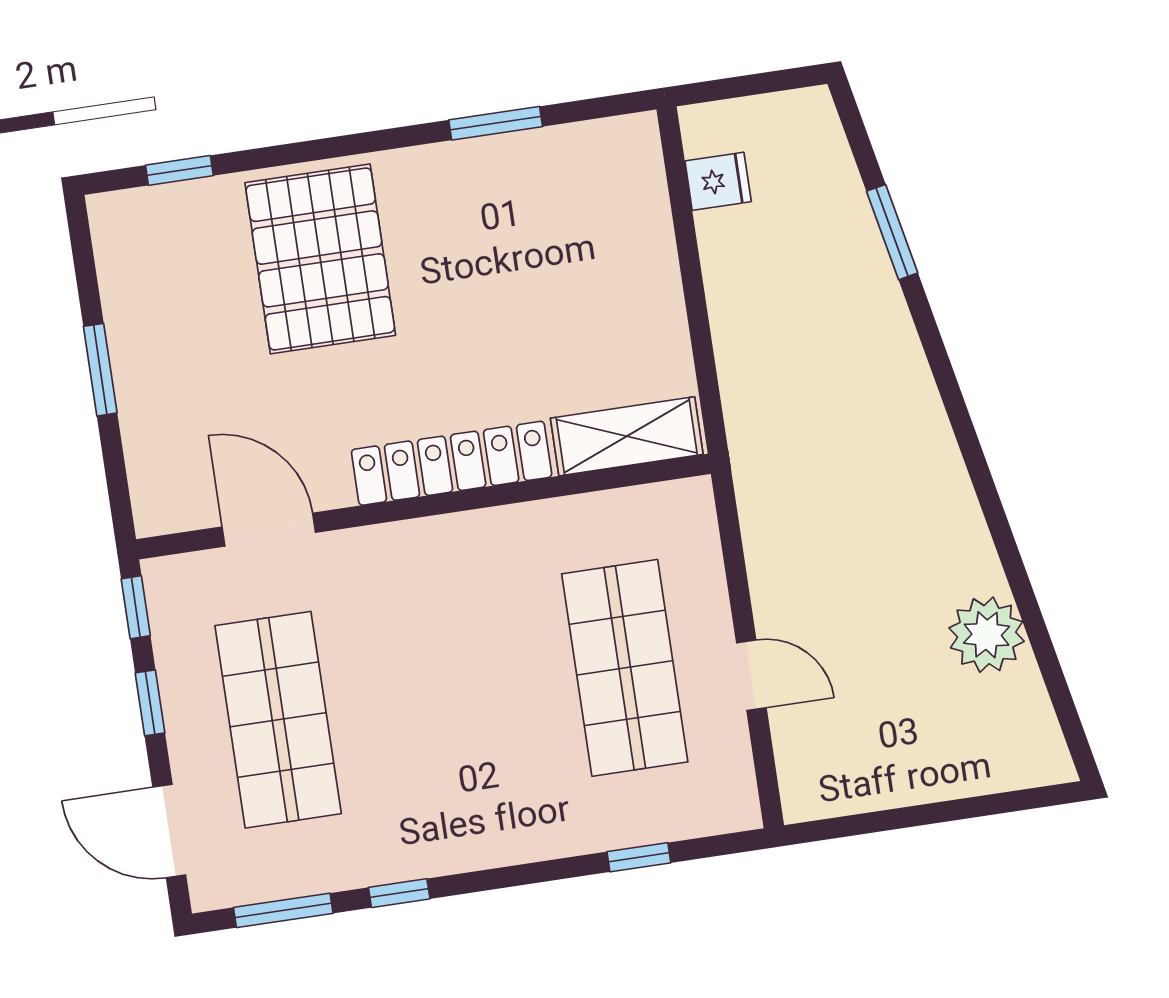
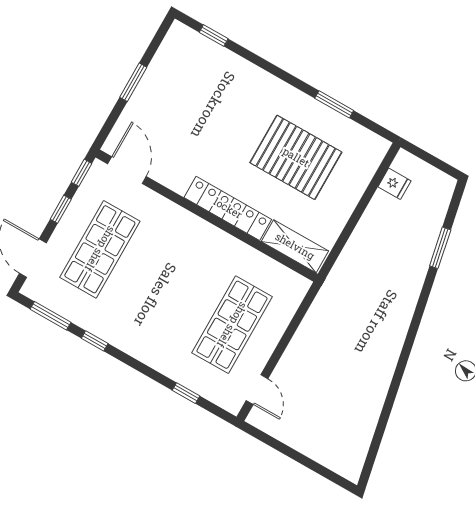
pallet: (320, 259) -> (296, 157), moved, turned 90
door: (269, 530) -> (127, 170), moved
plant: (987, 635) -> (364, 410), removed
door: (751, 675) -> (257, 390), moved

